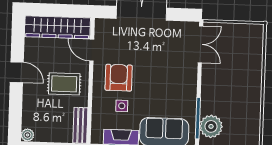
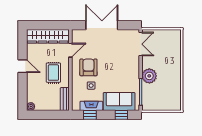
door: (92, 50) -> (70, 50), swing flipped
rug: (64, 84) -> (53, 73), turned 90
plant: (211, 126) -> (149, 76), moved

